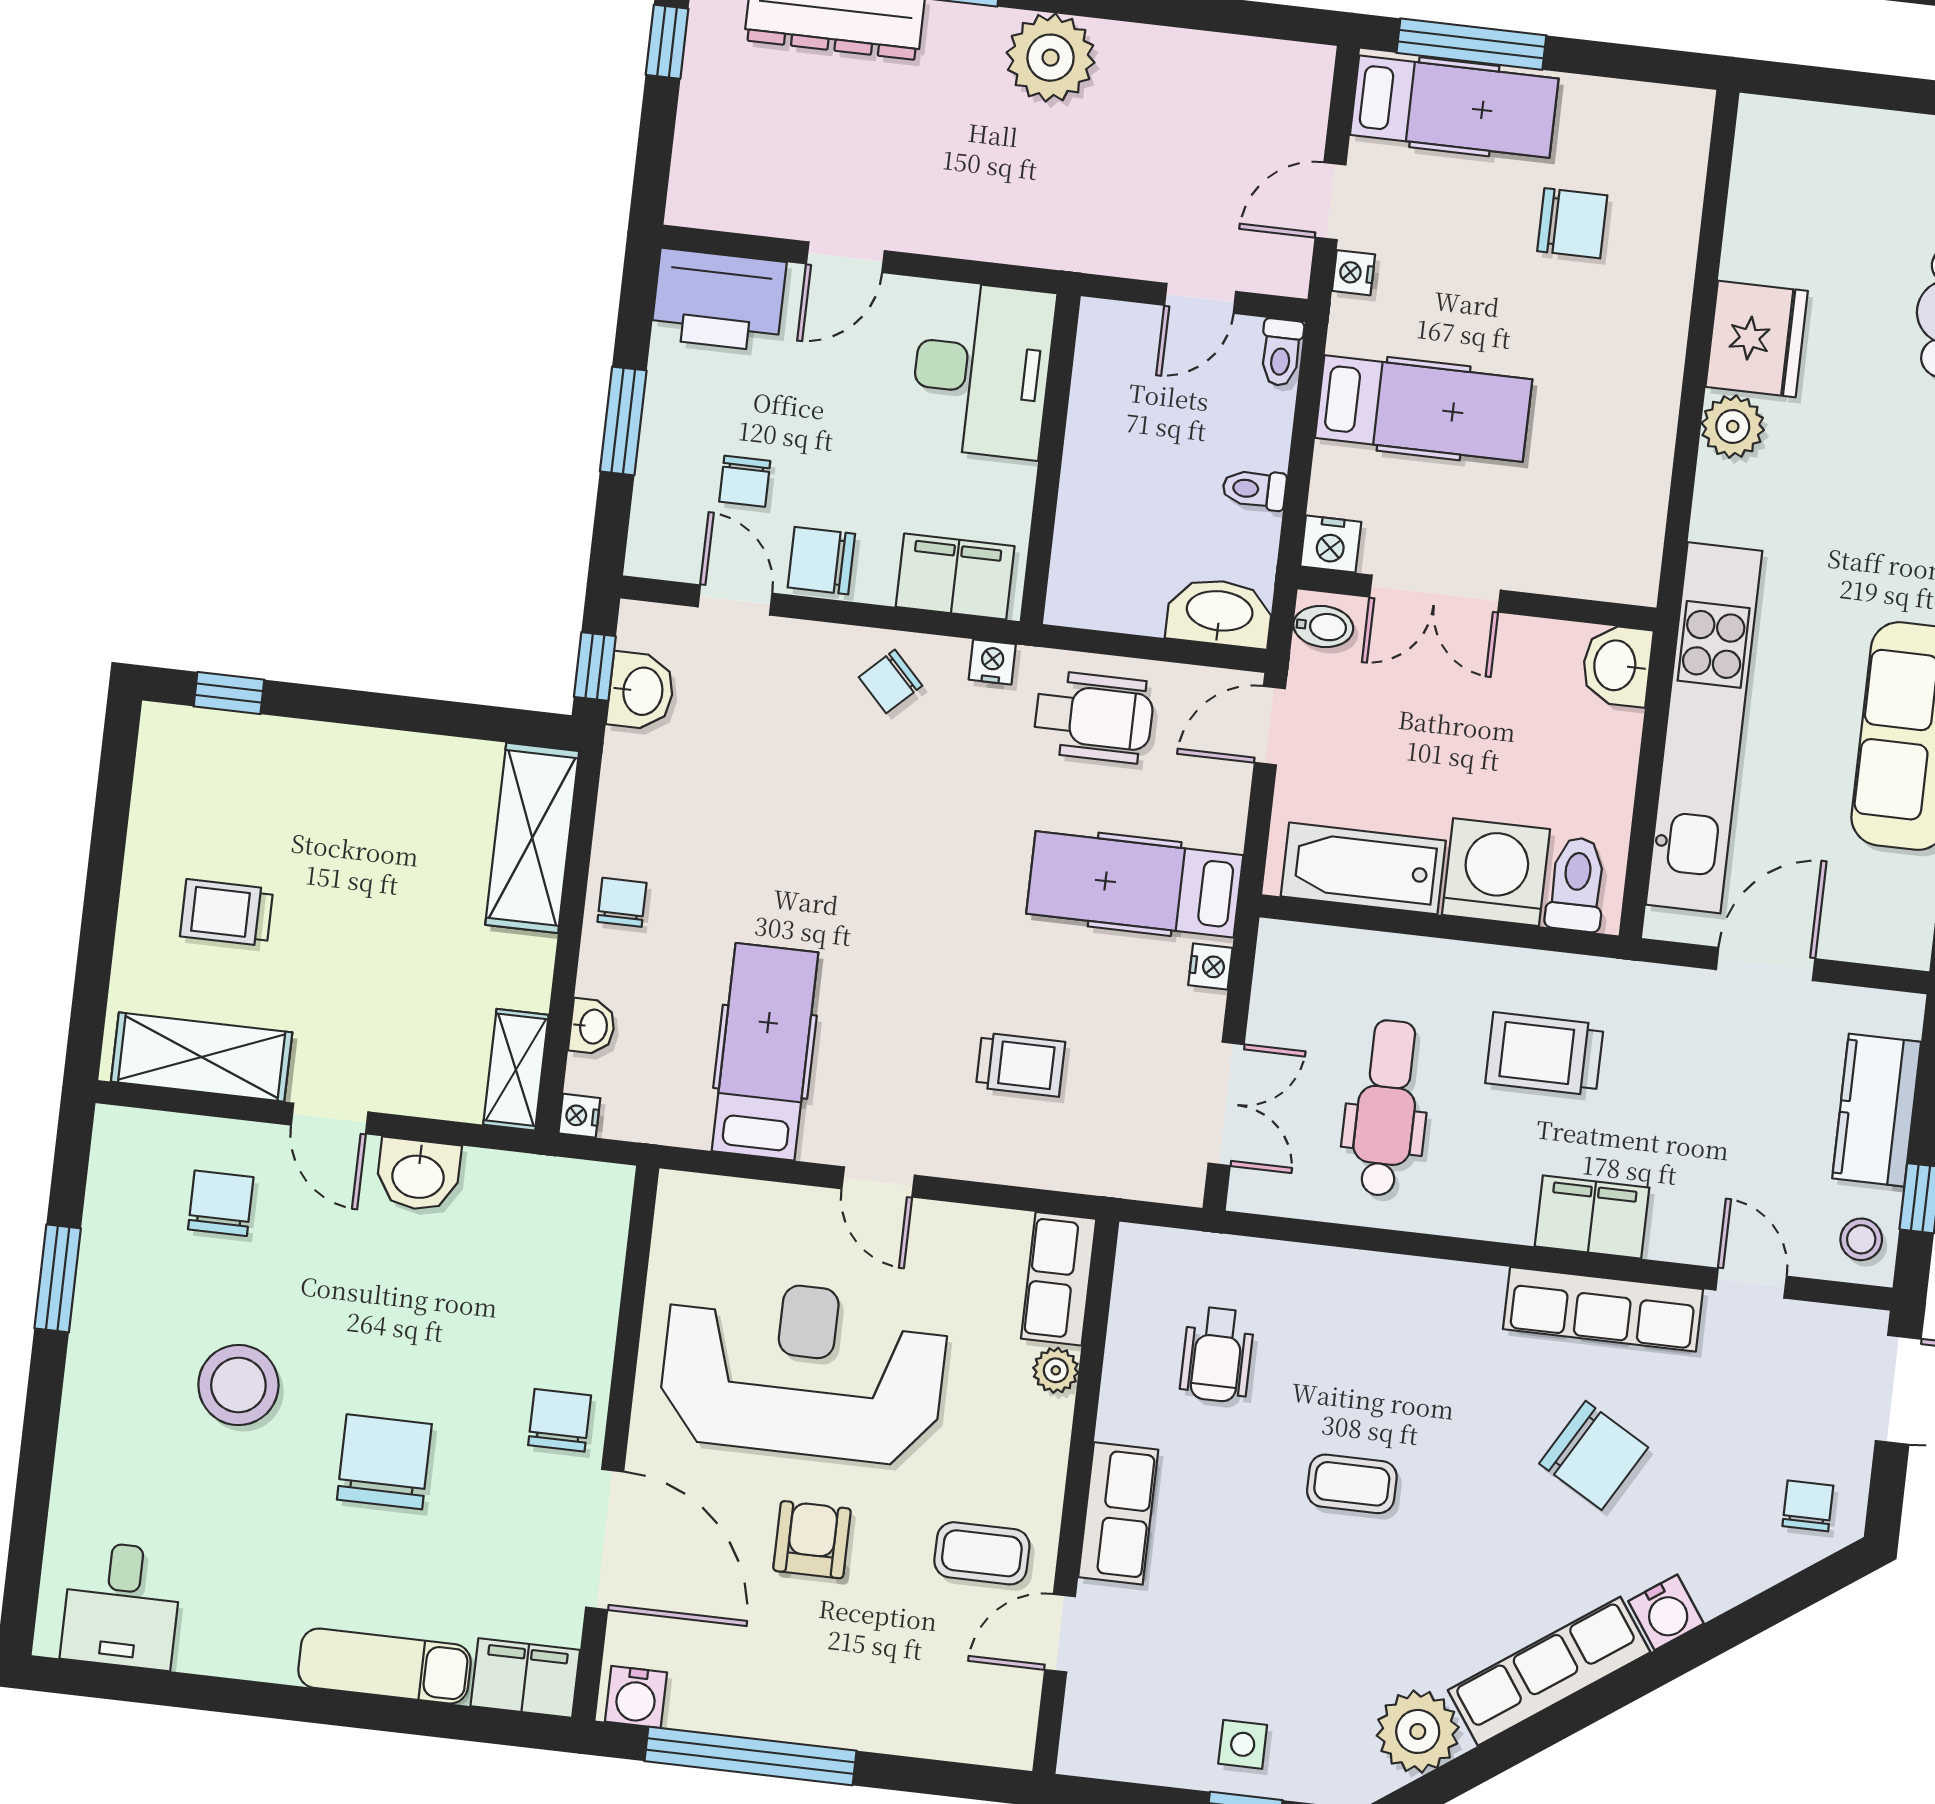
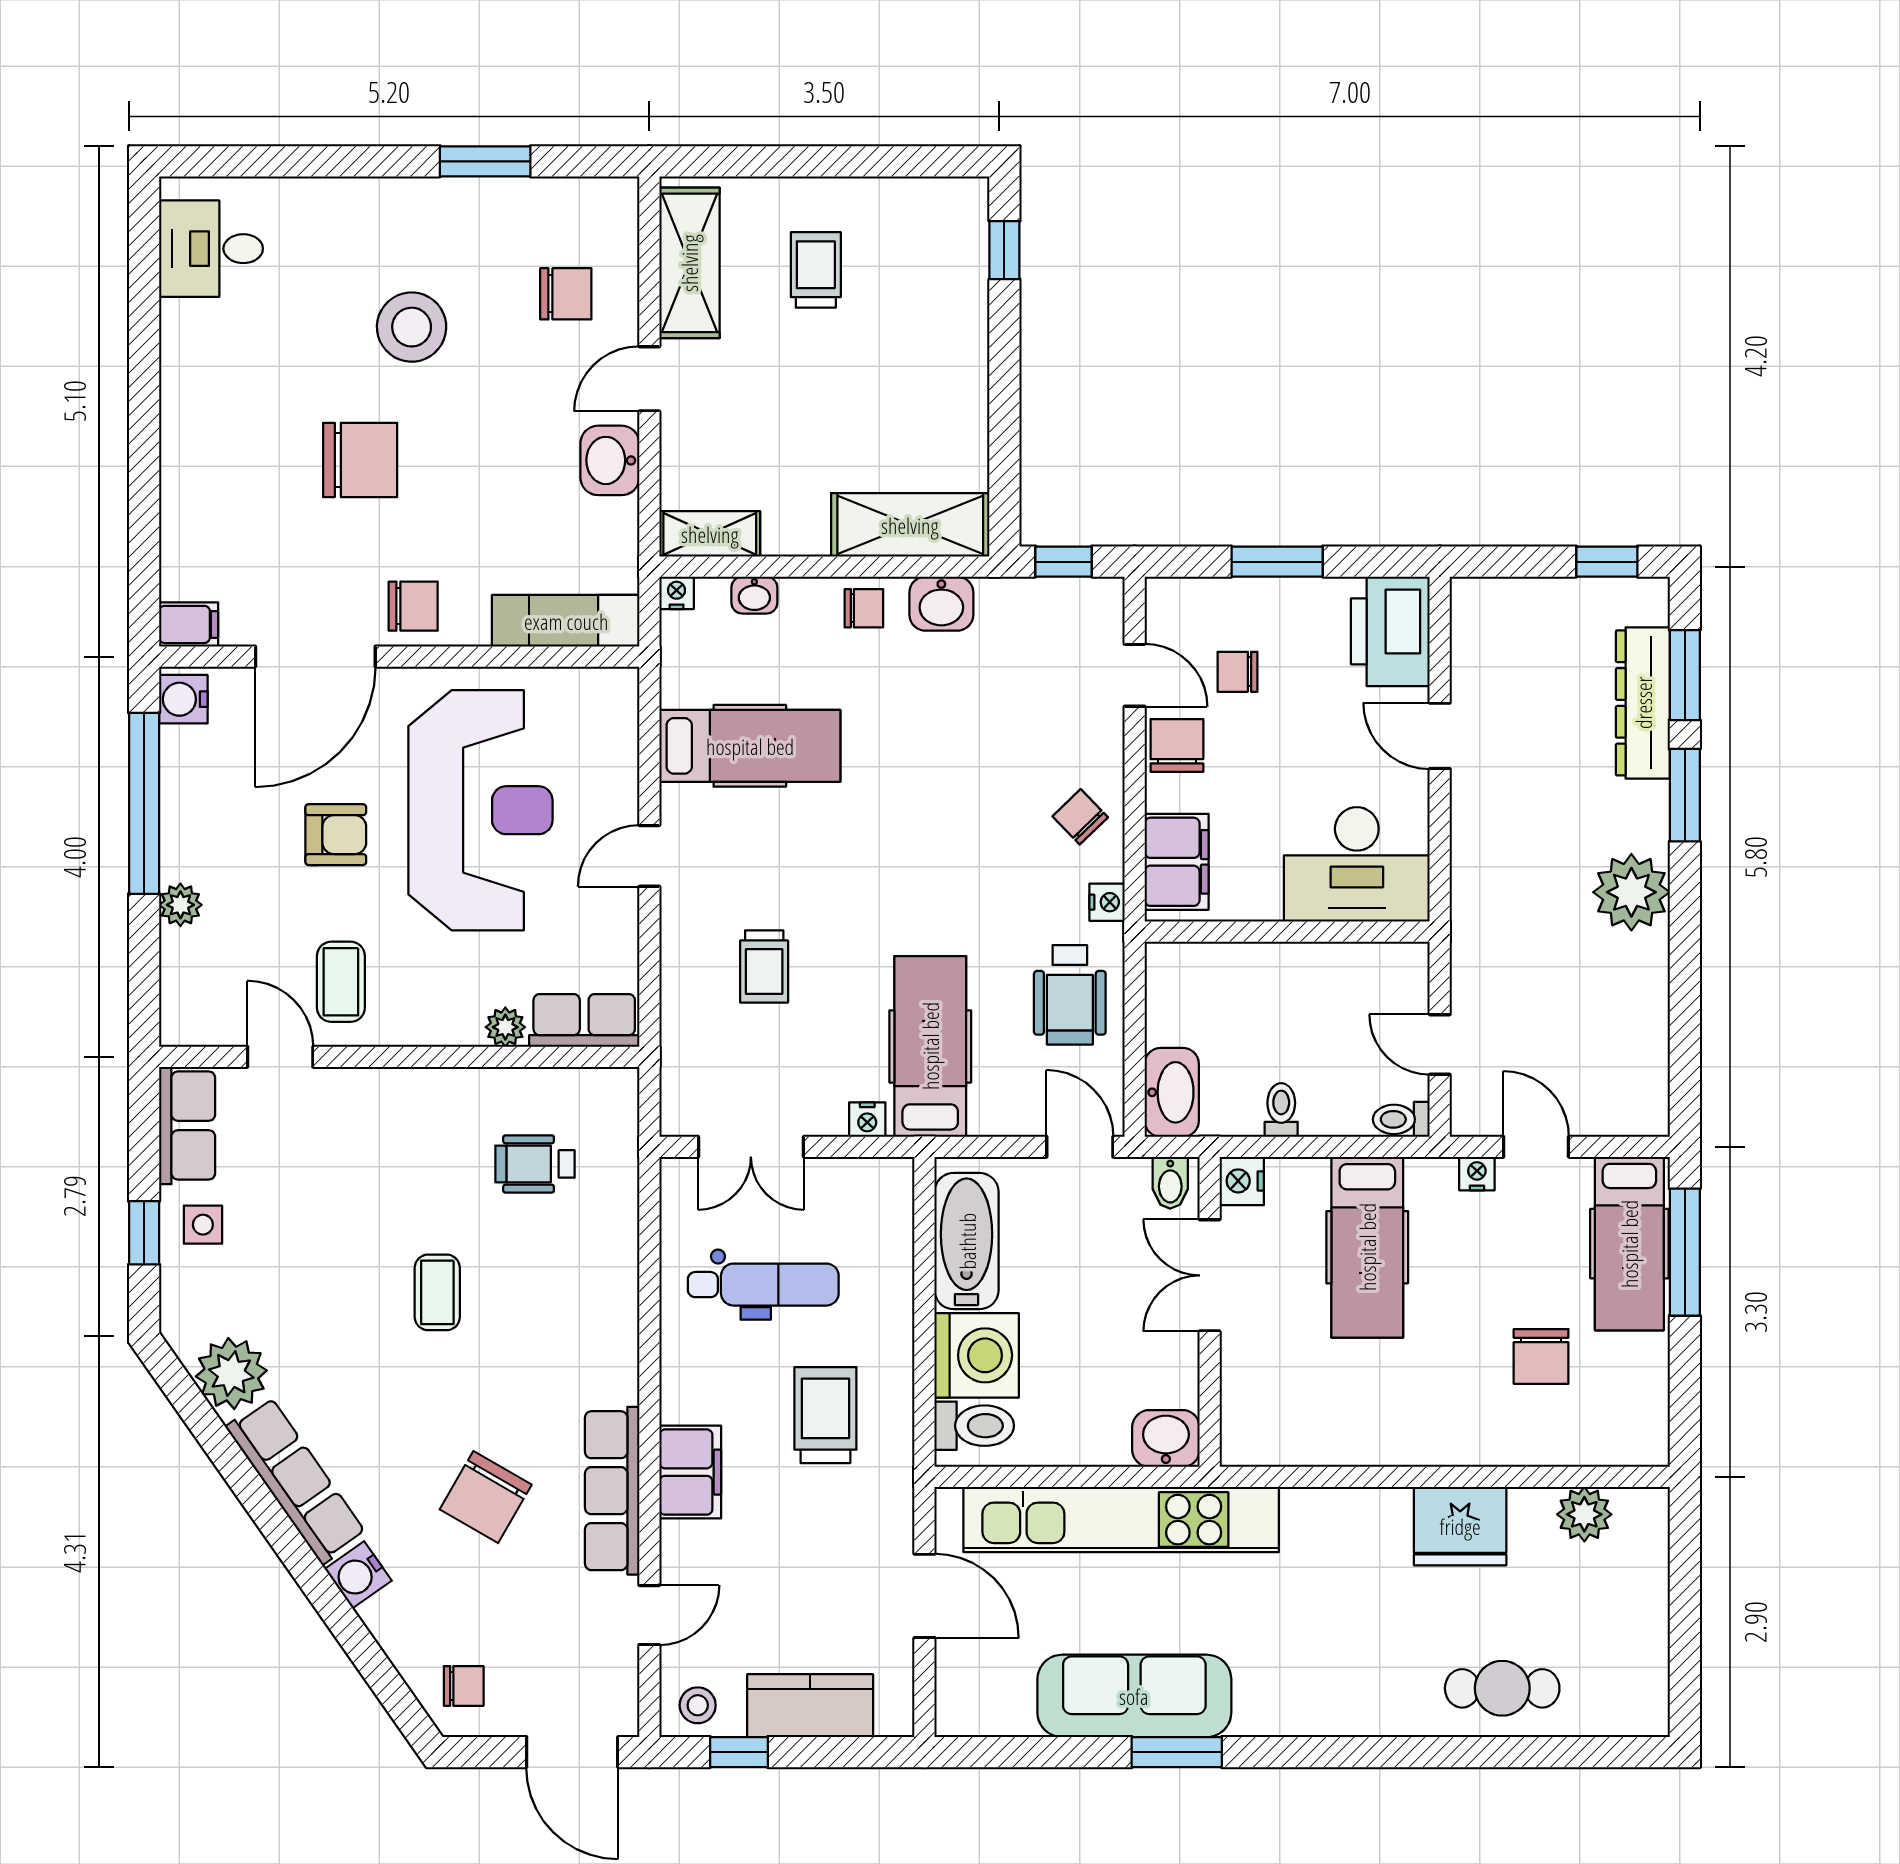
plant: (1733, 427) -> (1584, 1514), moved
door: (735, 600) -> (1135, 675), hinge flipped
washbasin: (641, 691) -> (941, 604), moved
row of seats: (1118, 1513) -> (187, 1125), moved, turned -90
exam couch: (384, 1666) -> (566, 621), moved, turned -90
filing cabinet: (525, 1678) -> (189, 624), width x0.50
plant: (872, 1728) -> (180, 905), added

